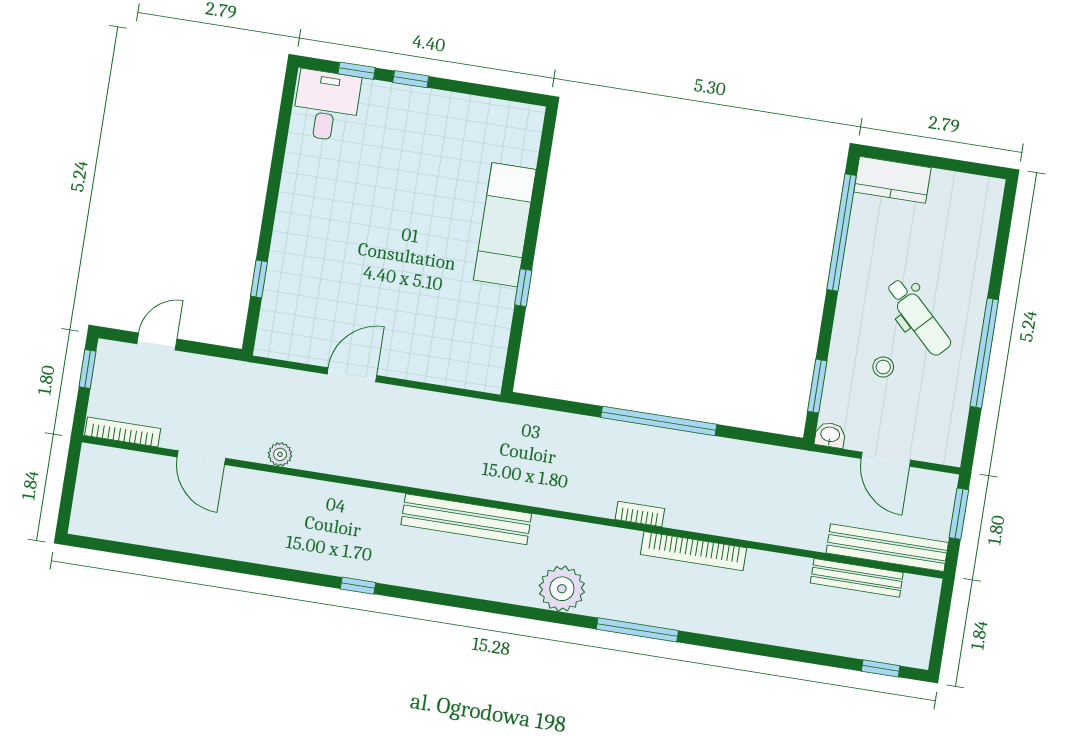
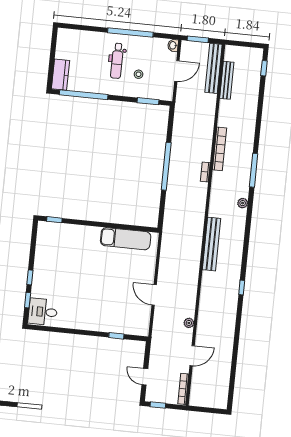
exam couch: (505, 225) -> (126, 239), moved
window: (523, 288) -> (54, 220), moved
dental chair: (918, 317) -> (117, 61), turned 136
washbasin: (830, 435) -> (173, 45), moved
plant: (562, 589) -> (243, 203), width x0.53, depth x0.53

